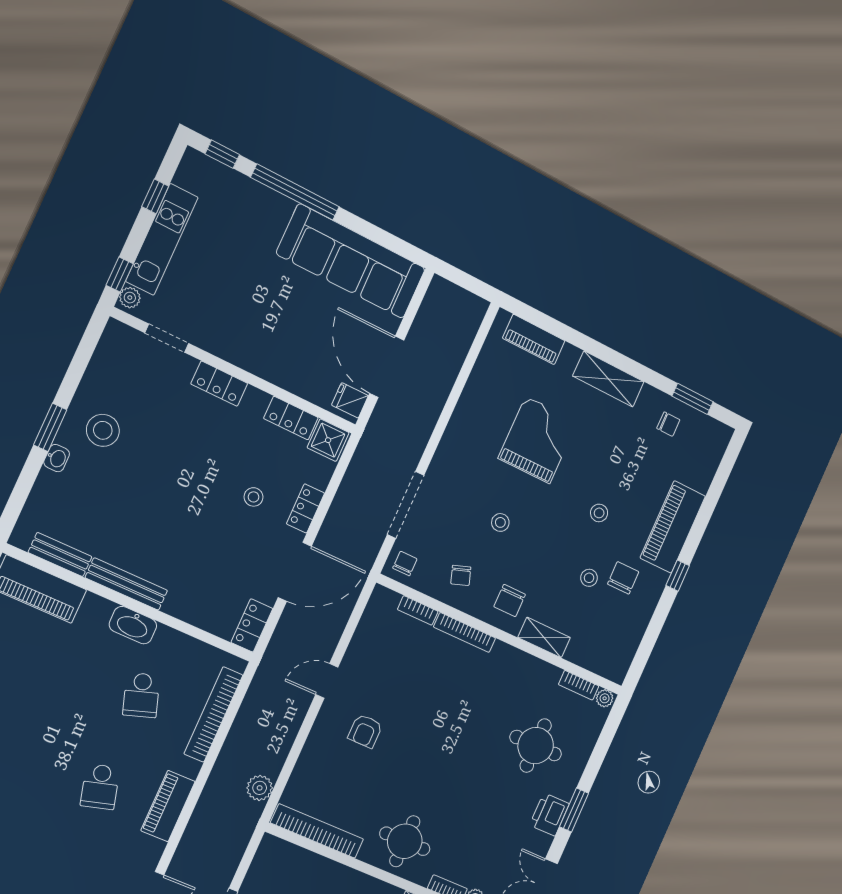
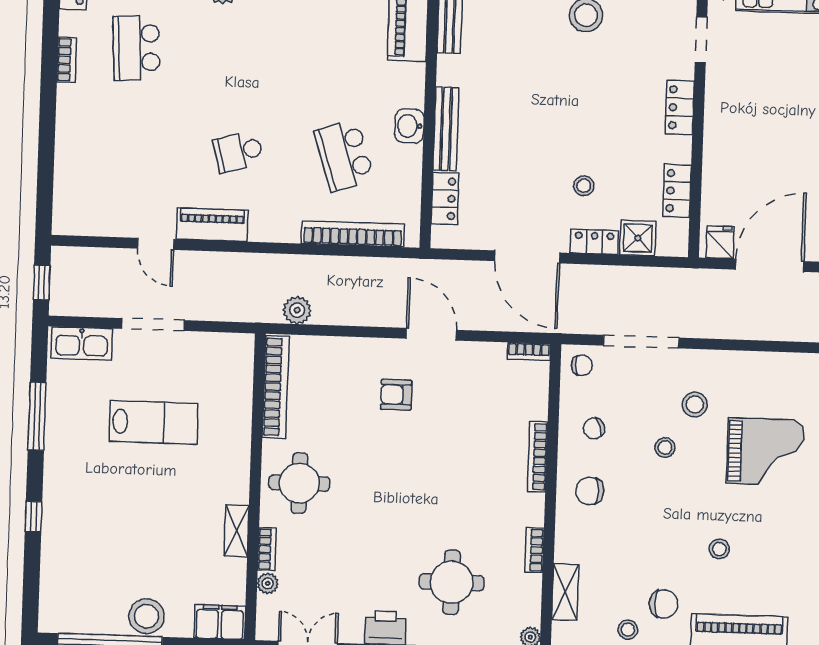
shower: (328, 440) -> (638, 238), moved
stool: (476, 482) -> (695, 404), added
stool: (589, 578) -> (628, 630), moved
bench: (126, 584) -> (446, 129), moved
bookcase: (418, 610) -> (529, 352), moved, turned -90
washbasin: (133, 625) -> (409, 126), width x0.72
locker: (252, 625) -> (445, 199), moved, turned 90
shelving: (544, 637) -> (565, 592), moved
door: (327, 681) -> (431, 334), width x1.38
bookcase: (579, 685) -> (534, 550), moved
school desk: (141, 695) -> (344, 155), width x1.85
piano: (168, 806) -> (212, 225), moved

